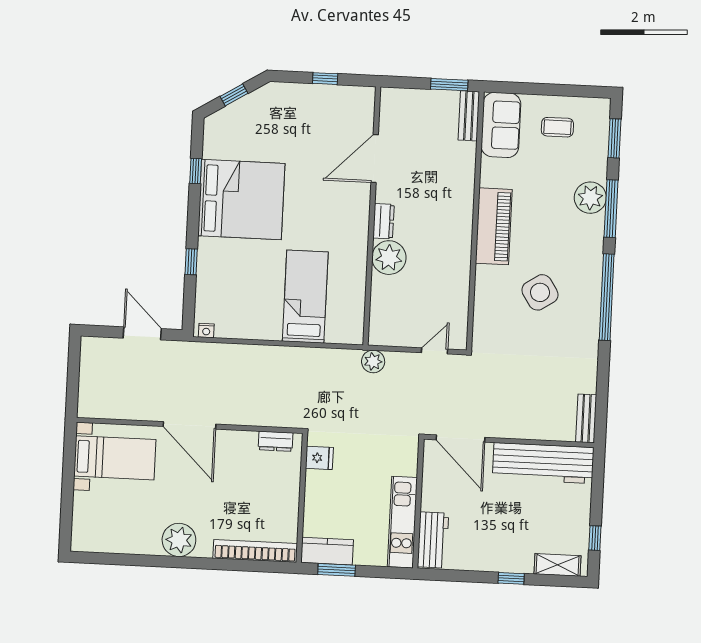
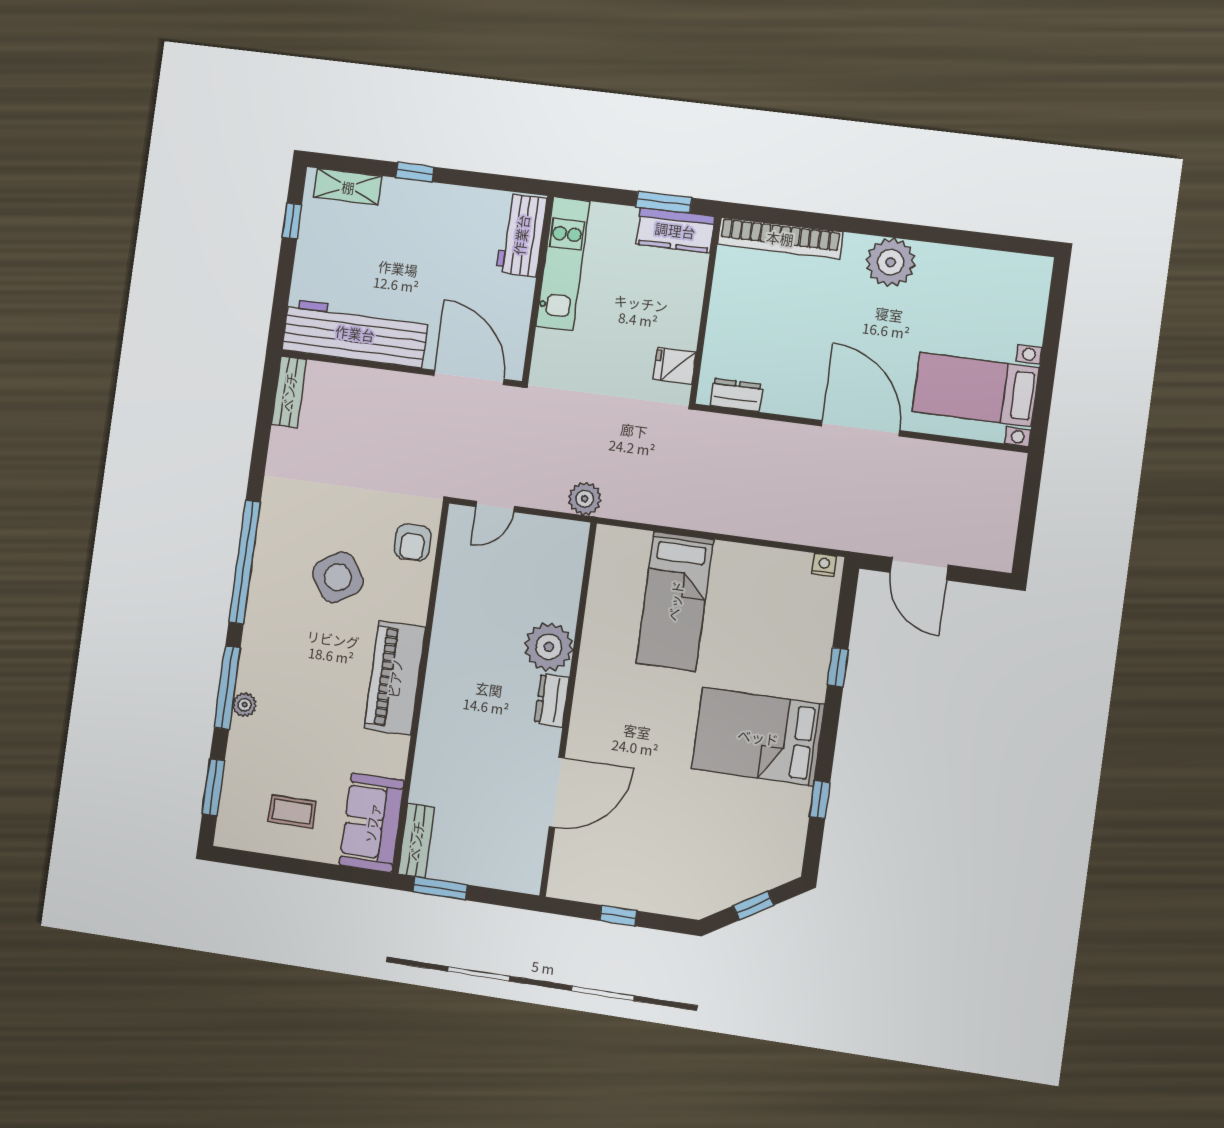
plant: (590, 198) -> (245, 705), width x0.53, depth x0.53
bed: (241, 200) -> (758, 737), width x0.73
armchair: (490, 321) -> (413, 542), added

